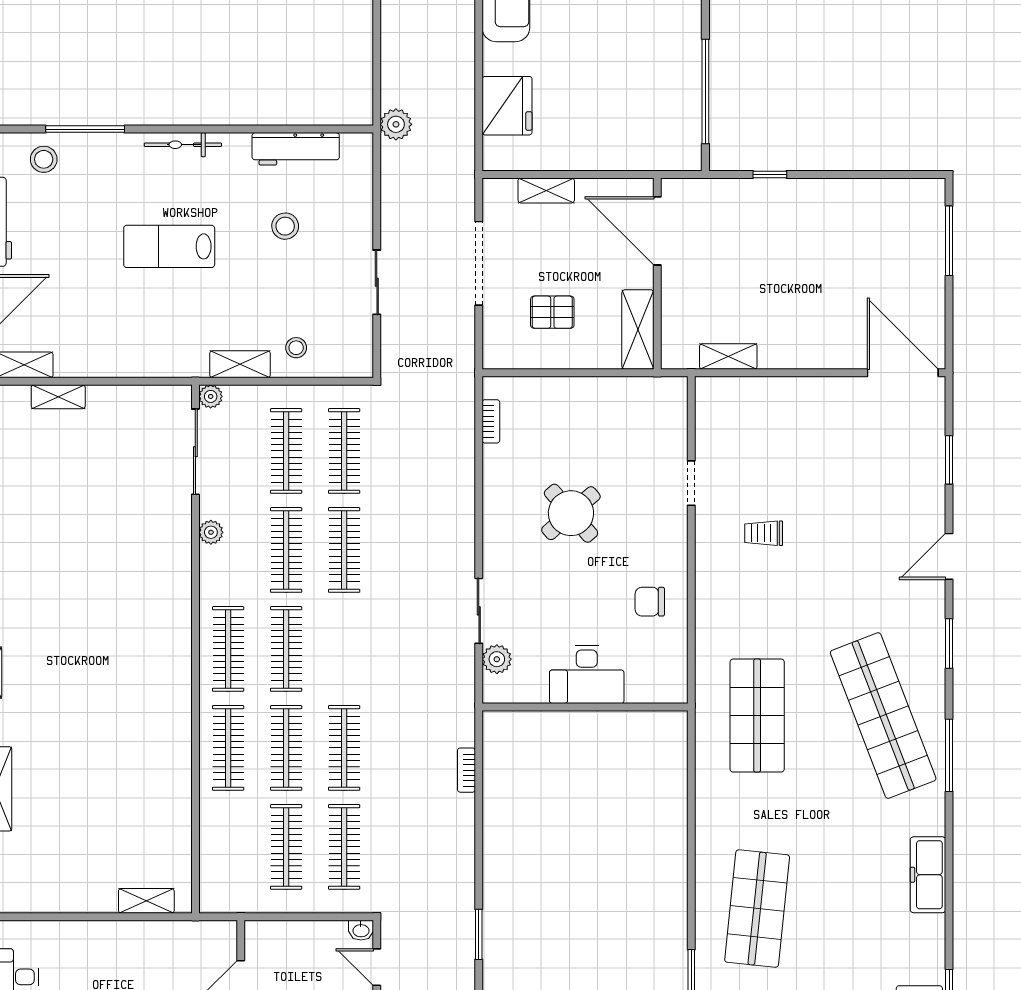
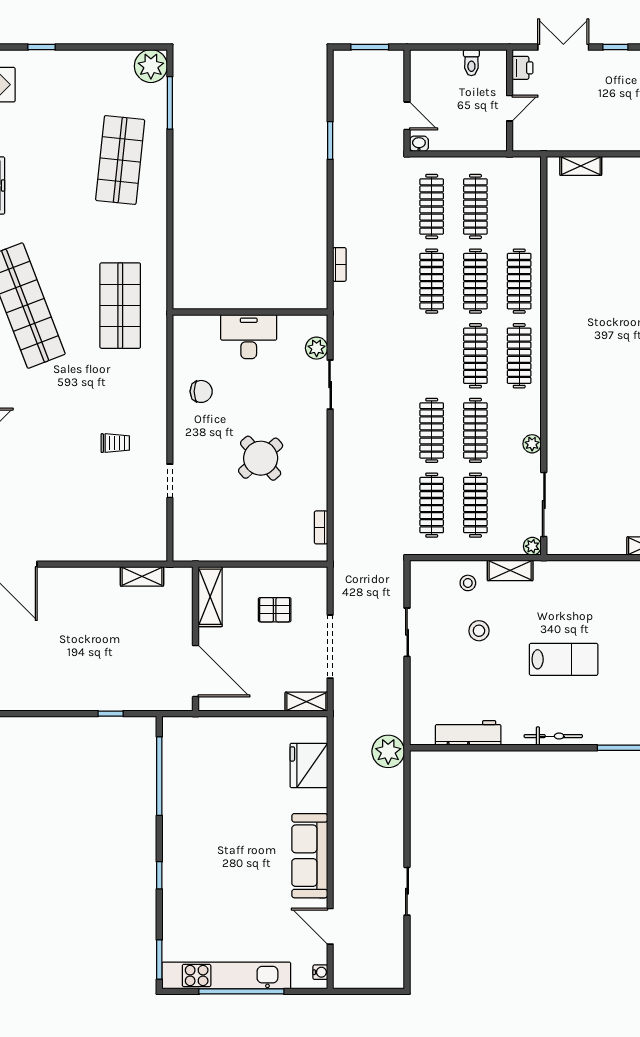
plant: (396, 124) -> (388, 751), width x1.36, depth x1.36
shelving: (546, 190) -> (306, 702), moved
stool: (285, 226) -> (479, 631), moved

